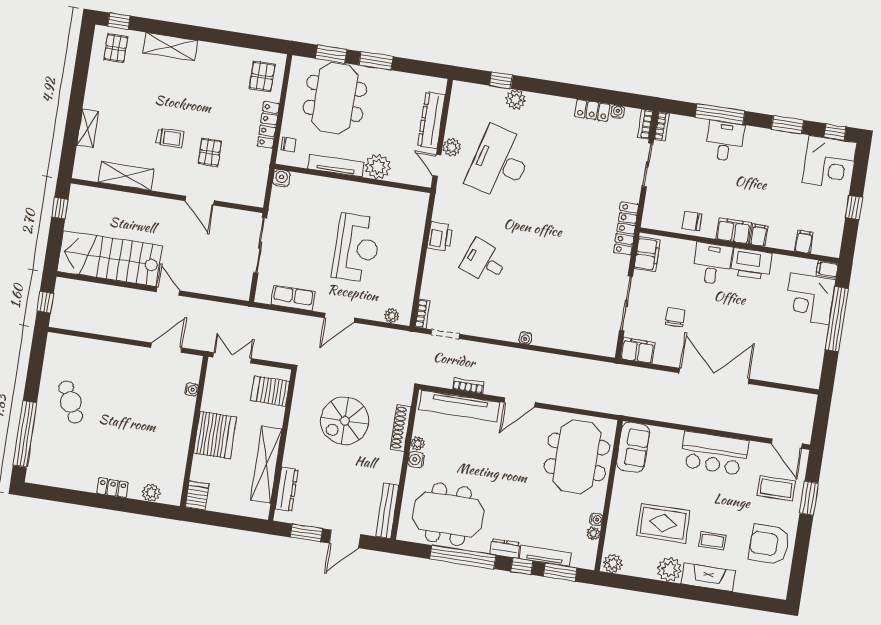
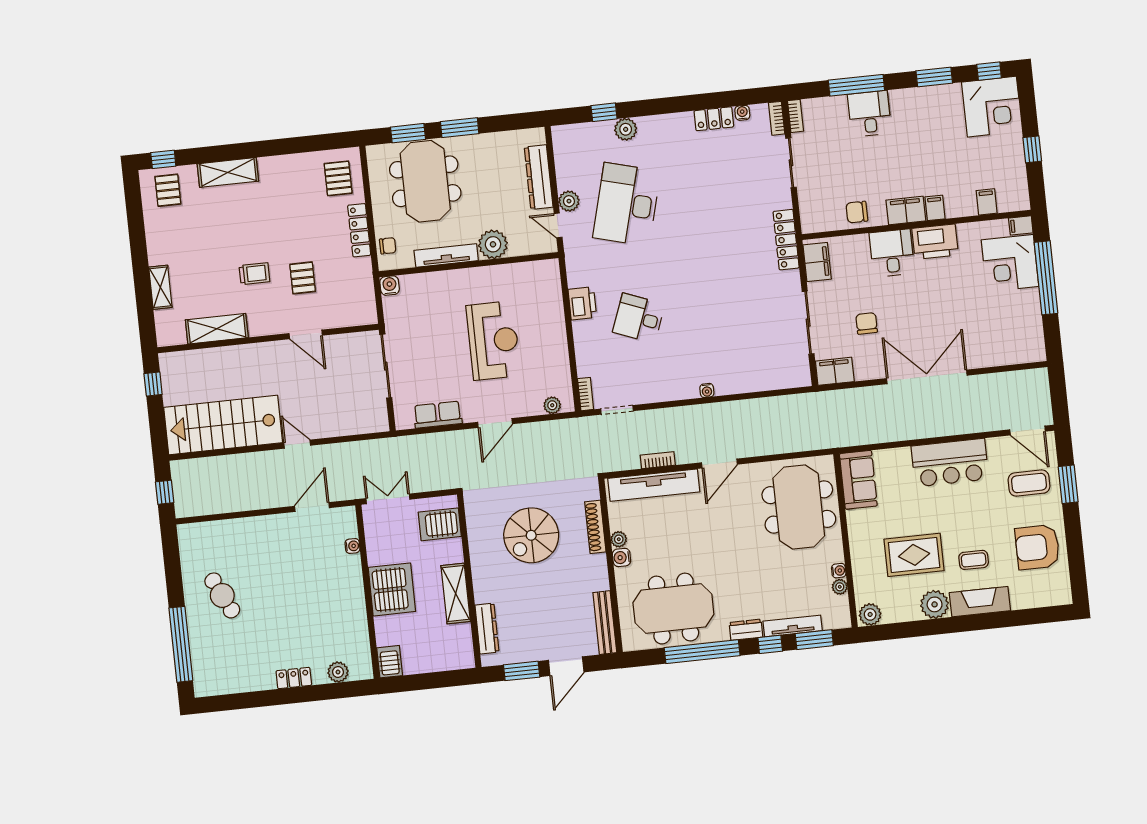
shelving: (266, 465) -> (456, 594), width x0.68

